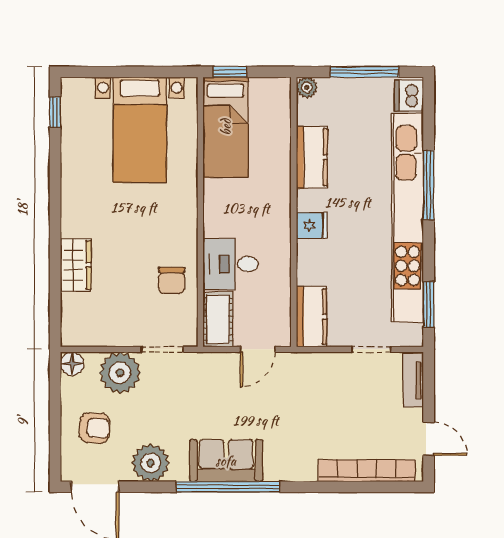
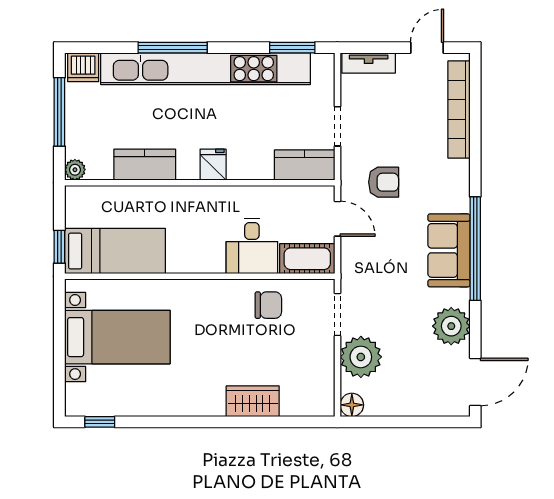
doorway: (371, 349) -> (337, 126), moved
armchair: (95, 428) -> (384, 182), moved, turned 87

